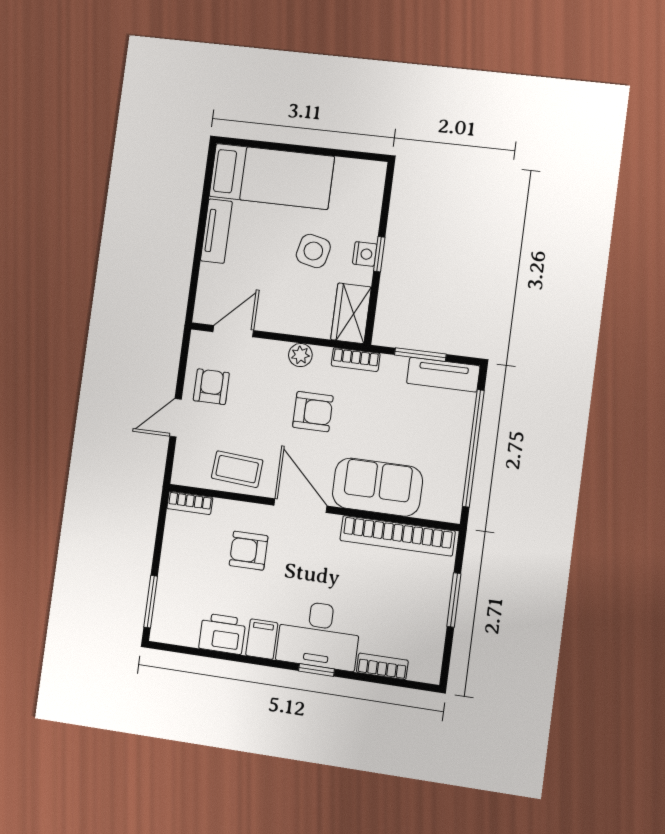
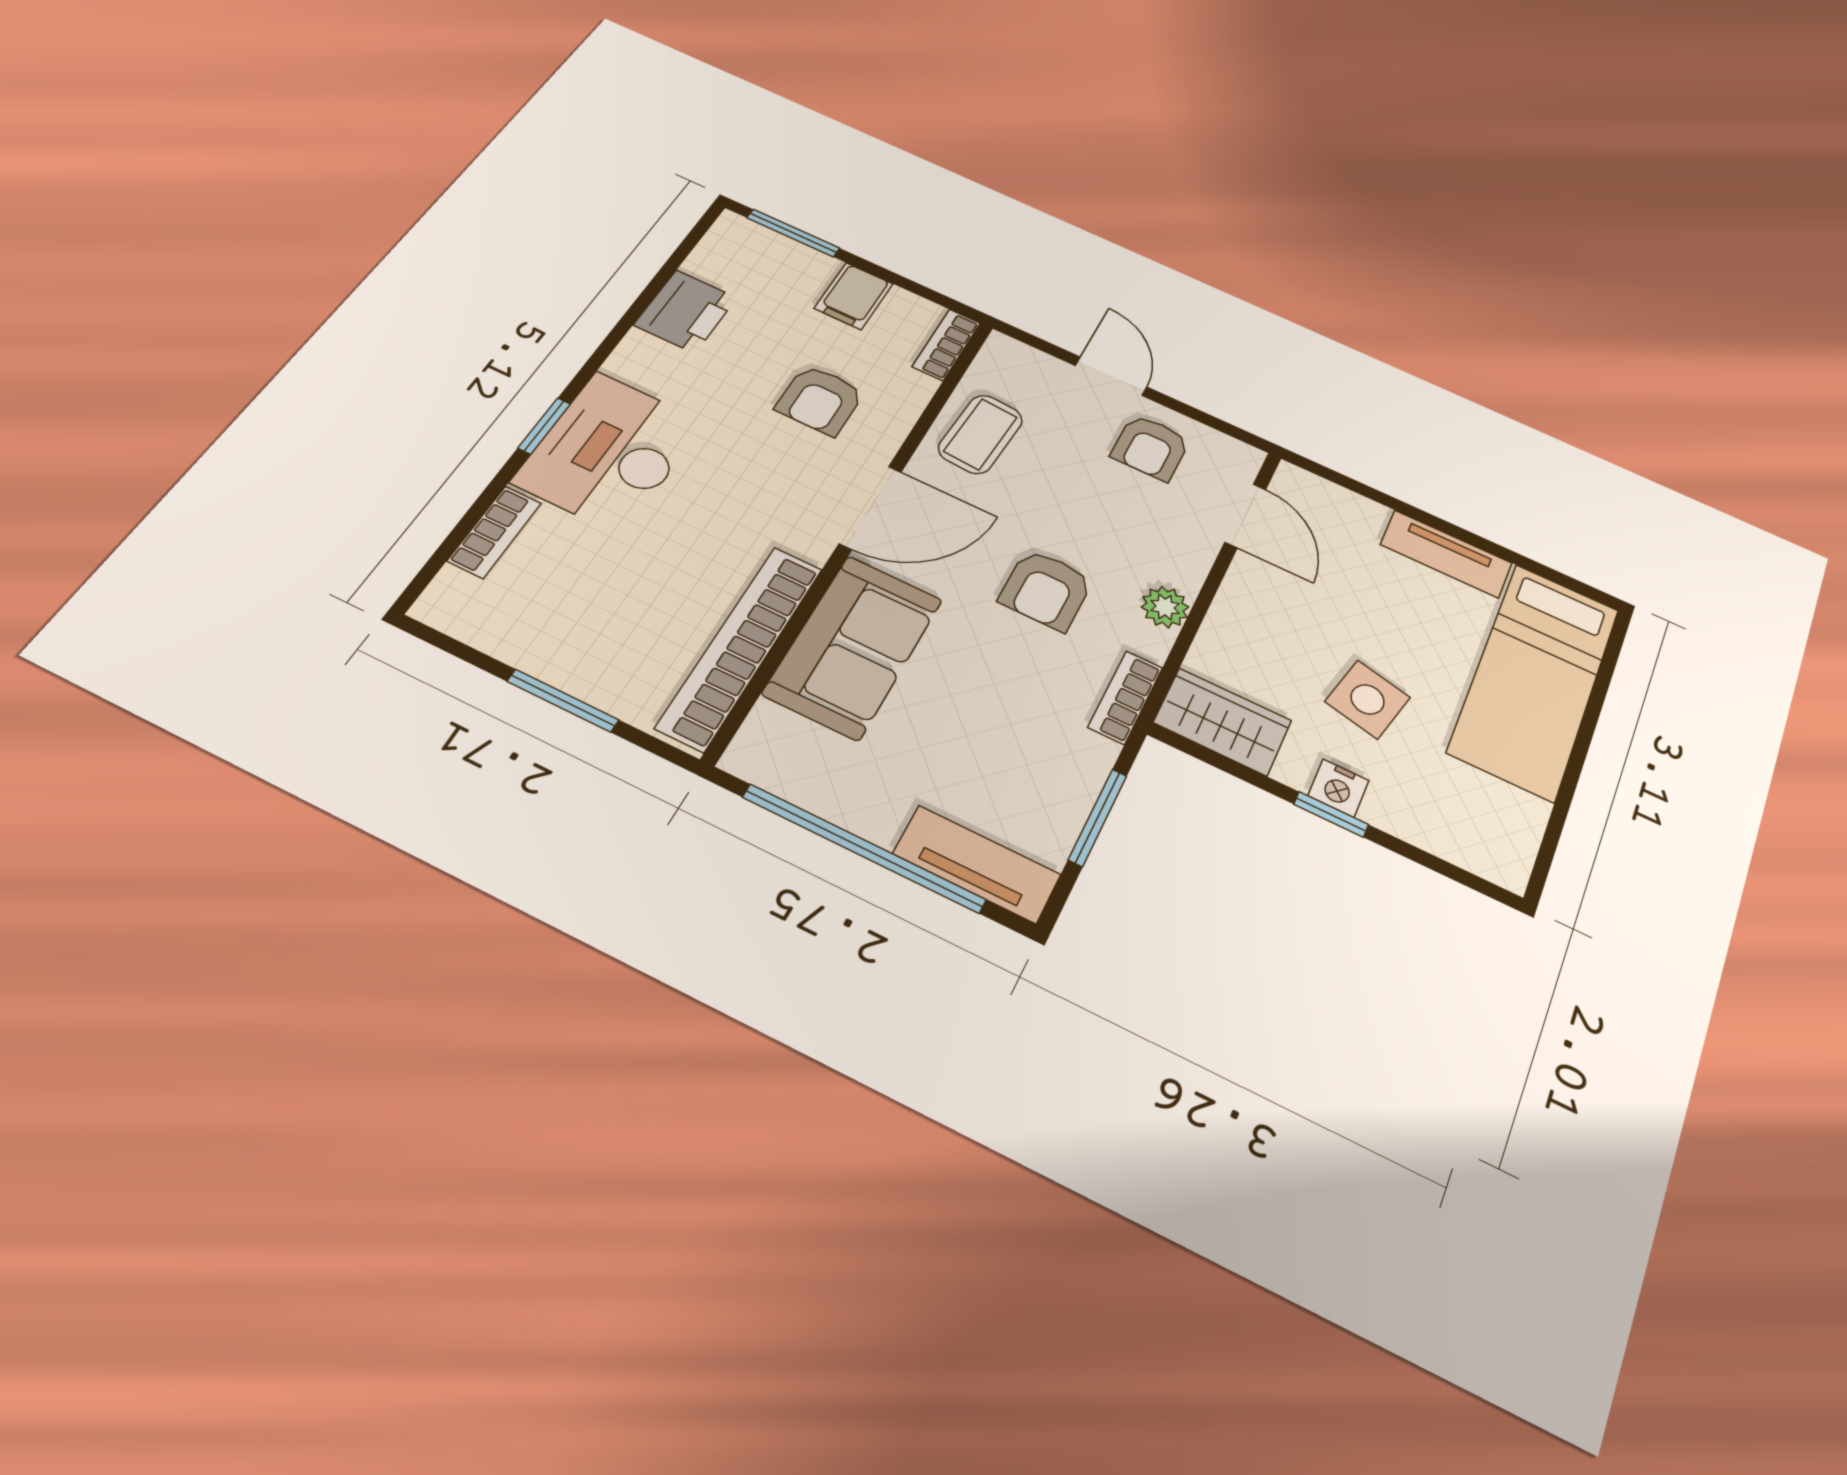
tv unit: (443, 375) -> (977, 864), moved, turned 90
armchair: (211, 387) -> (1151, 447), turned 90
armchair: (249, 551) -> (820, 400), turned 180
filing cabinet: (262, 639) -> (854, 296), moved, turned 90

